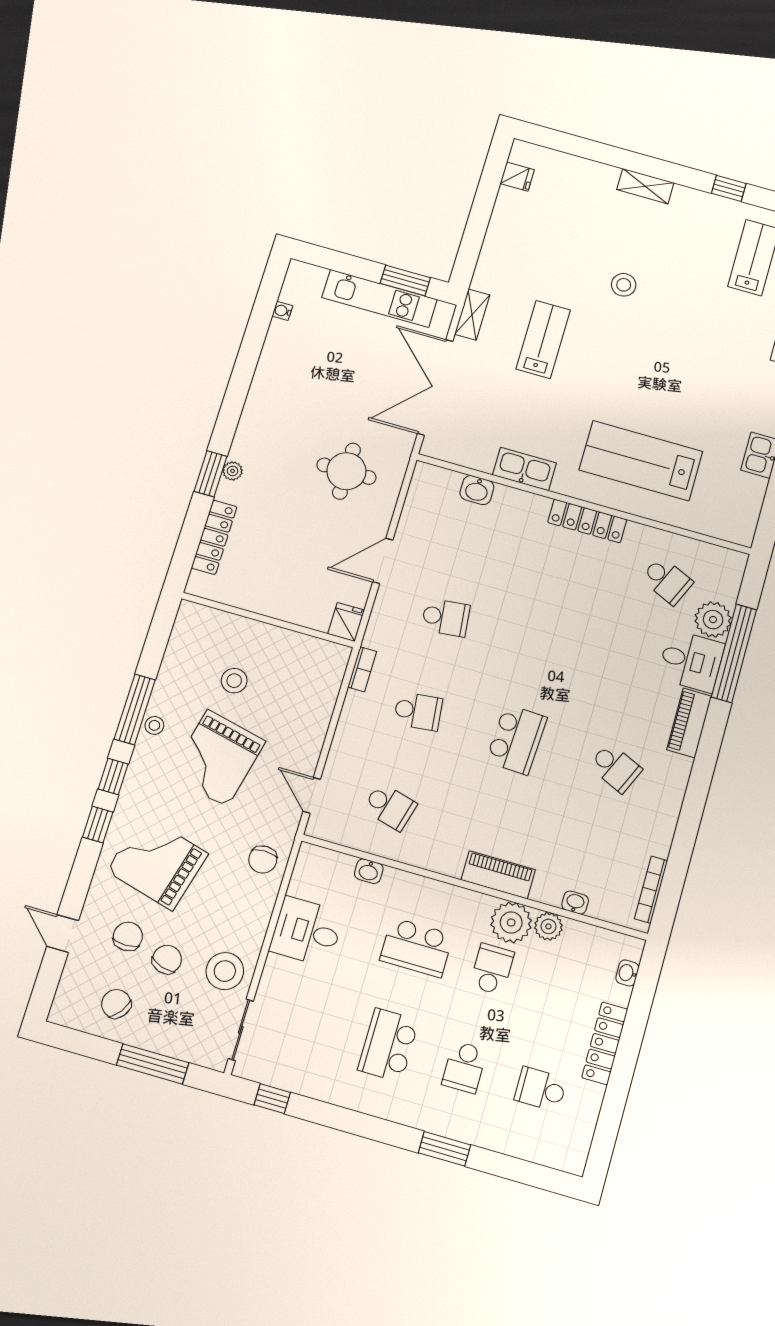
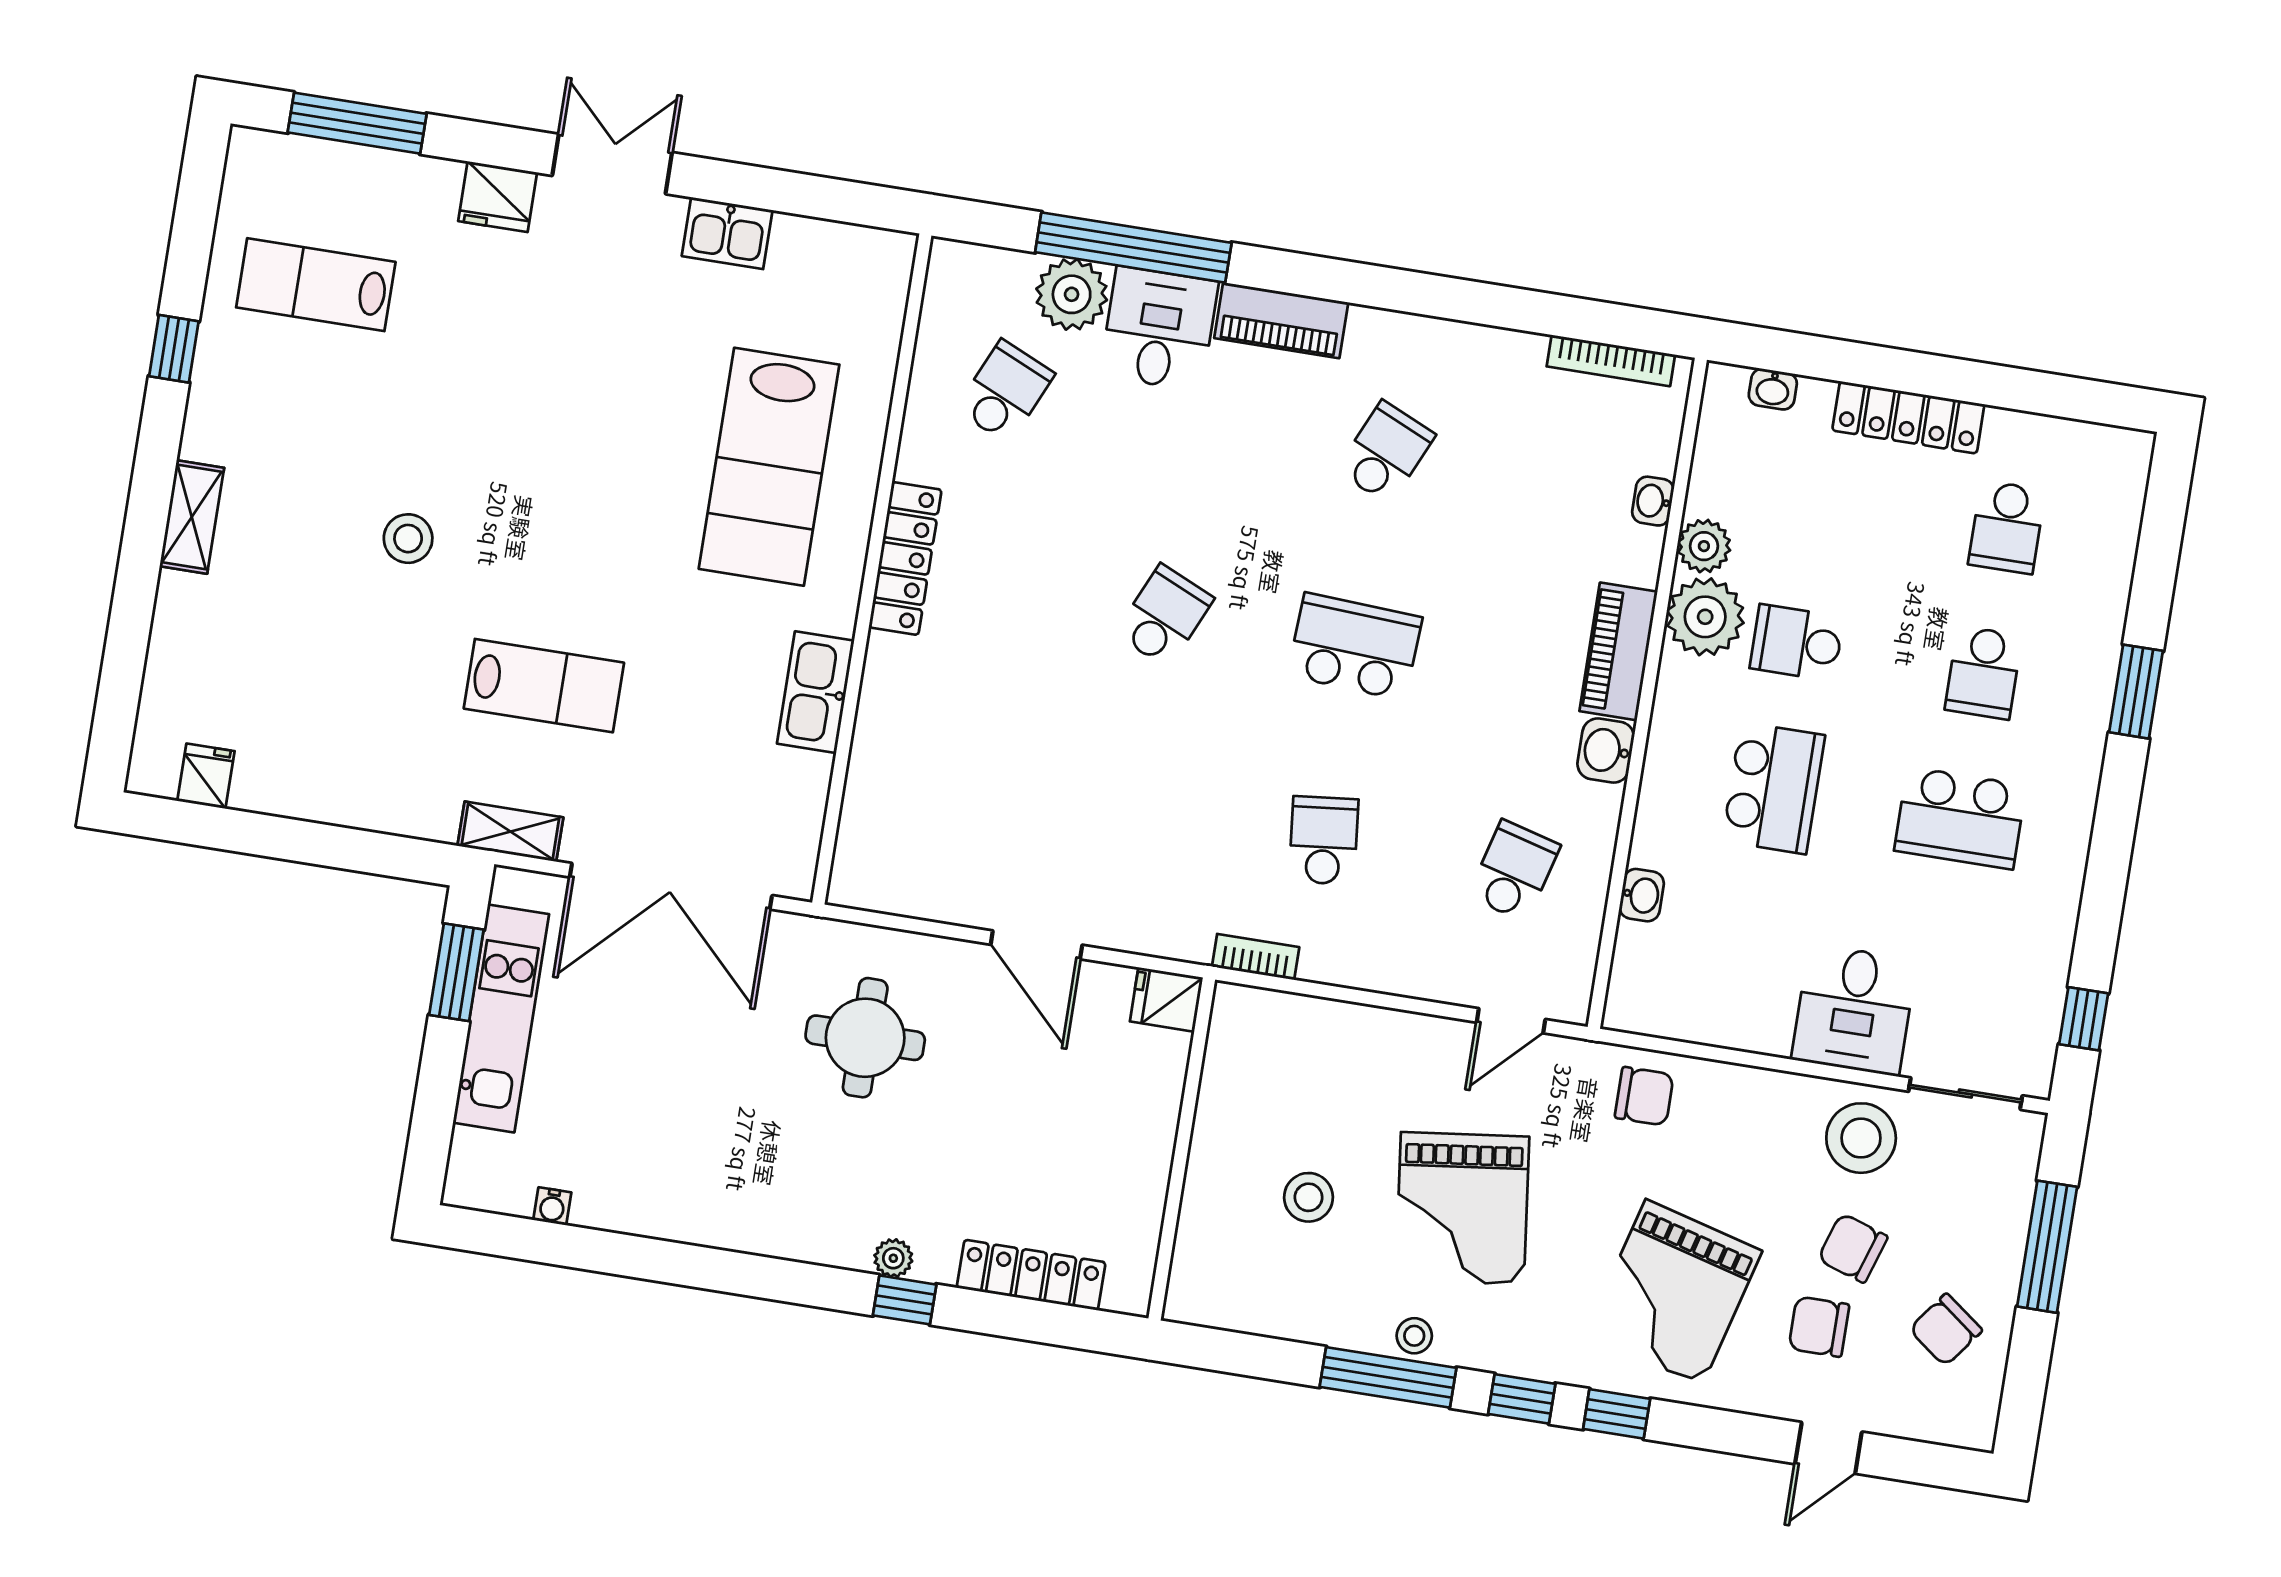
lab bench: (543, 339) -> (544, 686), turned 180
window: (211, 474) -> (905, 1300), width x0.67
washbasin: (477, 490) -> (1606, 750), moved, turned 180
school desk: (446, 618) -> (1164, 616), moved, turned 30
grand piano: (217, 758) -> (1462, 1208), turned 70
desk: (307, 932) -> (1854, 1010), moved
school desk: (464, 1067) -> (1983, 673), turned 90

